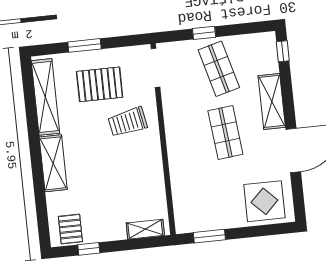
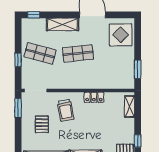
window: (84, 45) -> (18, 108), moved
shop shelf: (219, 69) -> (40, 53), turned 30
pallet: (100, 84) -> (42, 124), width x0.67, depth x0.71
locker: (155, 167) -> (94, 97), added

